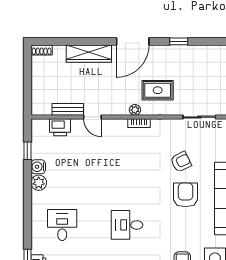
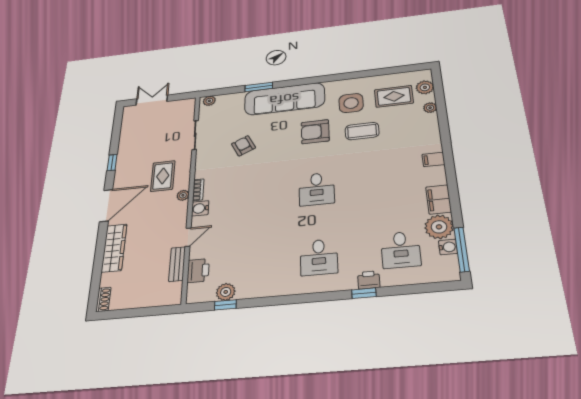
door: (133, 41) -> (106, 205), hinge flipped
water cooler: (38, 167) -> (200, 208), moved, turned 90
plant: (39, 183) -> (226, 292), moved
armchair: (186, 195) -> (315, 132), moved
desk: (62, 225) -> (319, 257), turned -90

